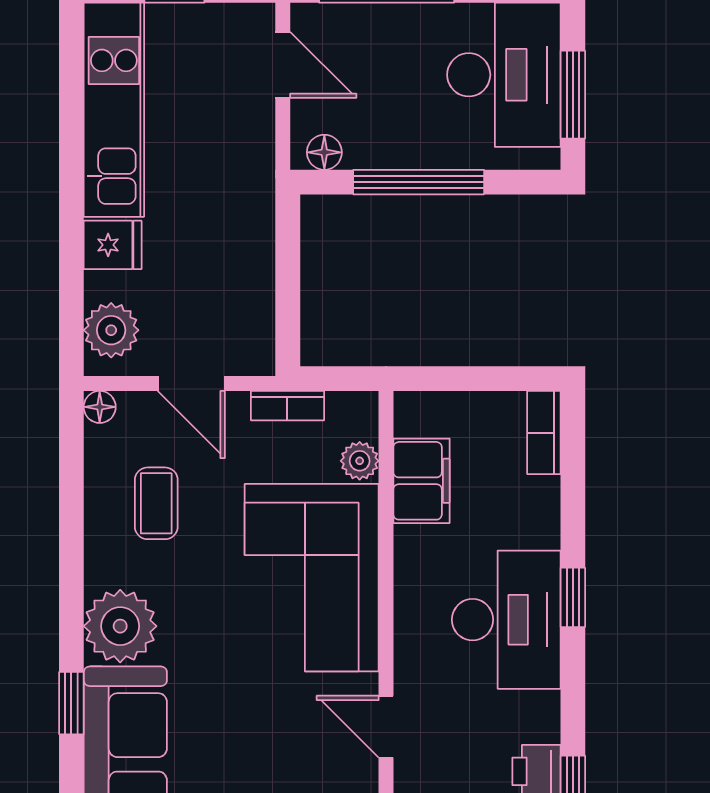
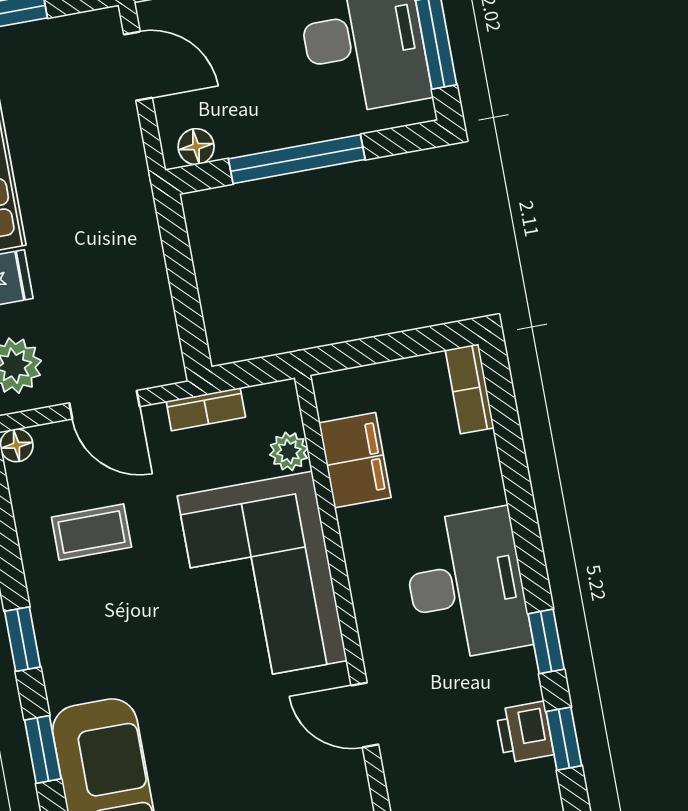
coffee table: (156, 503) -> (91, 532), turned 90
window: (71, 594) -> (23, 639), added
window: (573, 597) -> (546, 641), moved
plant: (120, 626) -> (78, 663), removed

